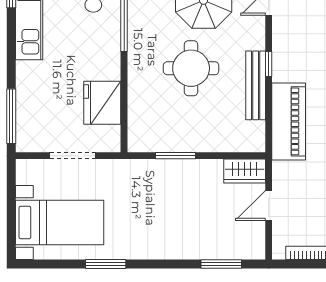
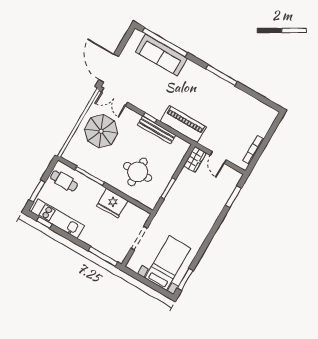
round table: (191, 68) -> (138, 172), moved
fridge: (102, 103) -> (112, 203), moved
window: (106, 264) -> (185, 279), moved

